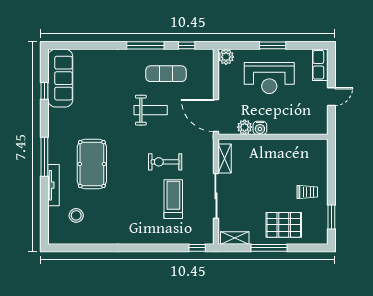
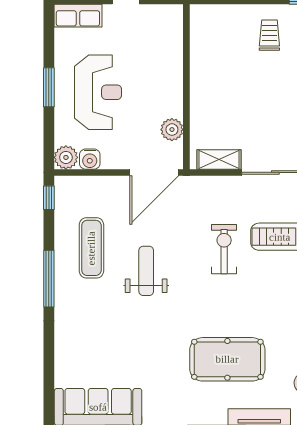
window: (187, 45) -> (49, 198), moved
water cooler: (260, 128) -> (90, 159), moved, turned 90
exercise bike: (165, 162) -> (224, 249), turned 180

